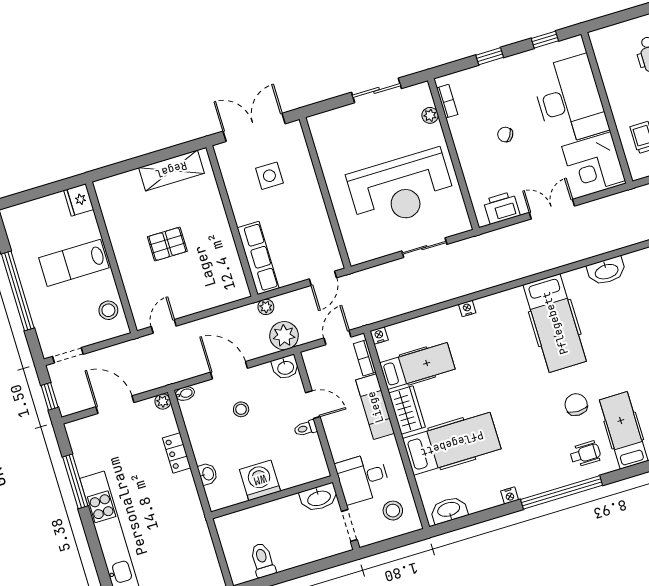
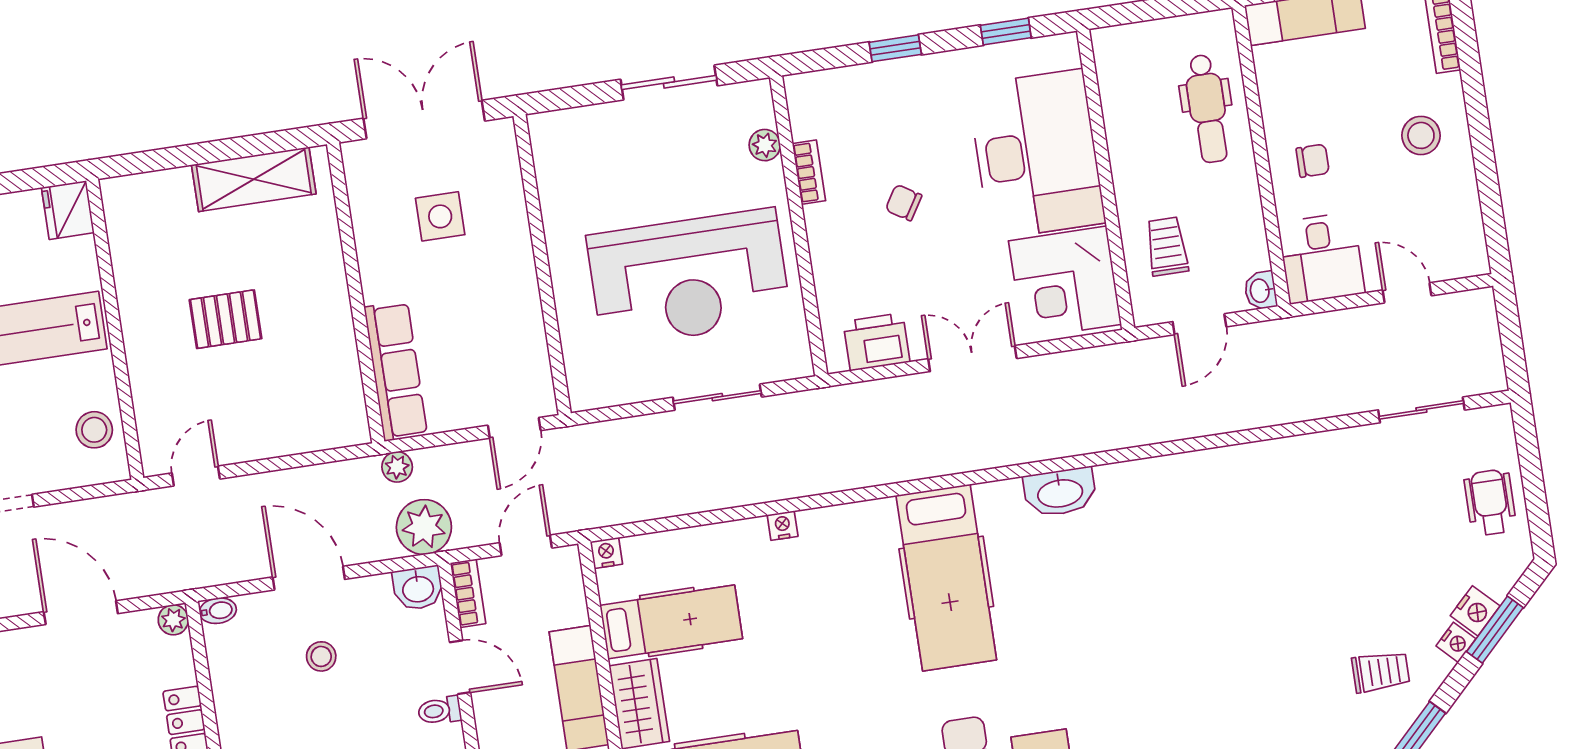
bookcase: (447, 101) -> (809, 172), moved
bookcase: (365, 358) -> (468, 593), moved, turned 180

